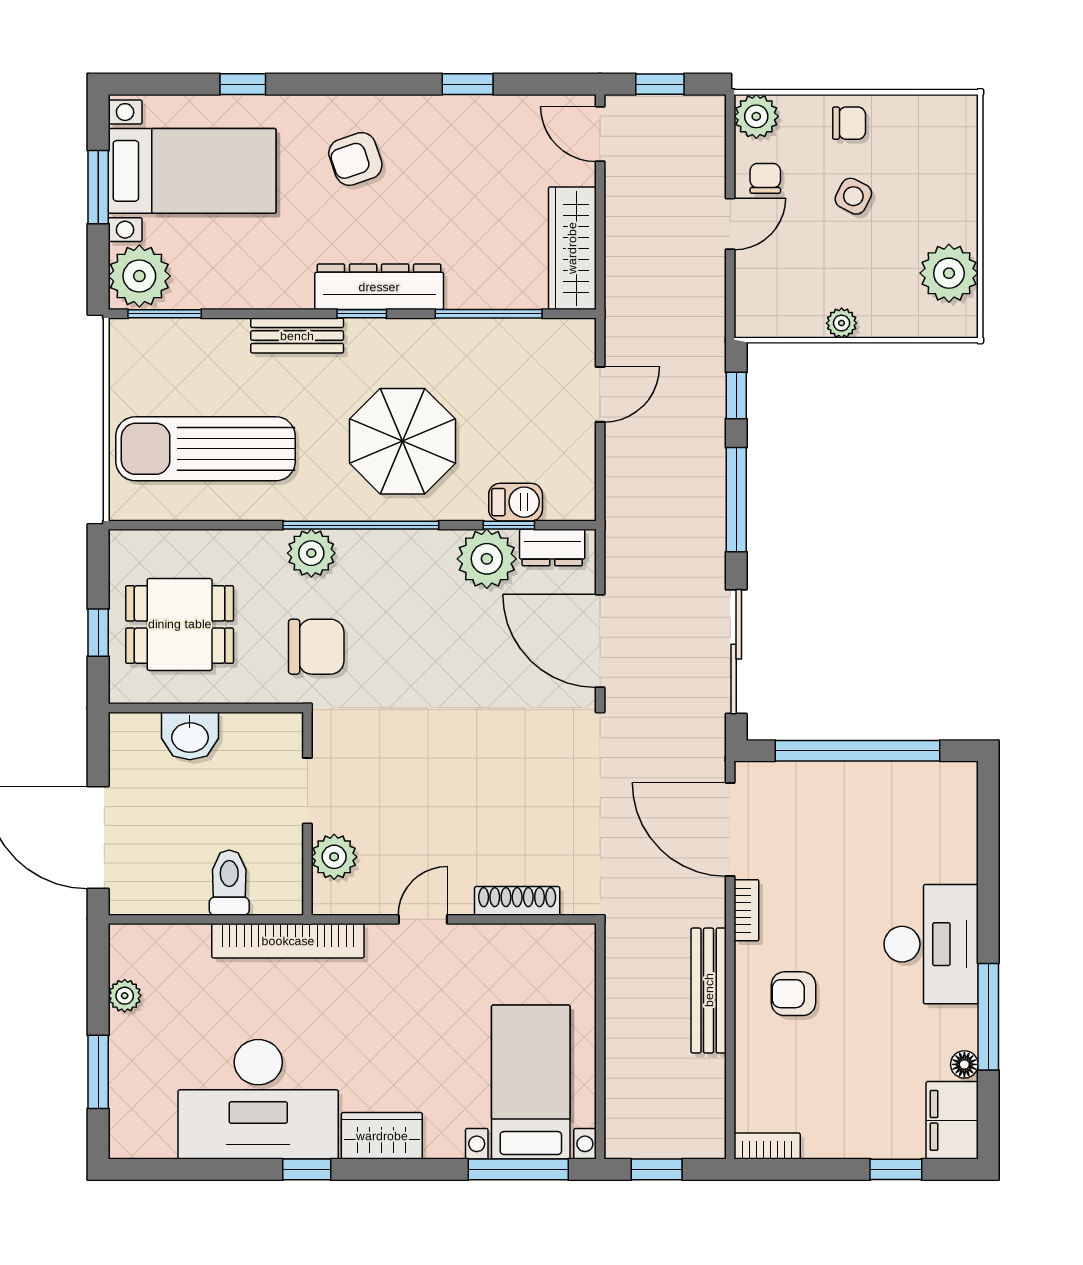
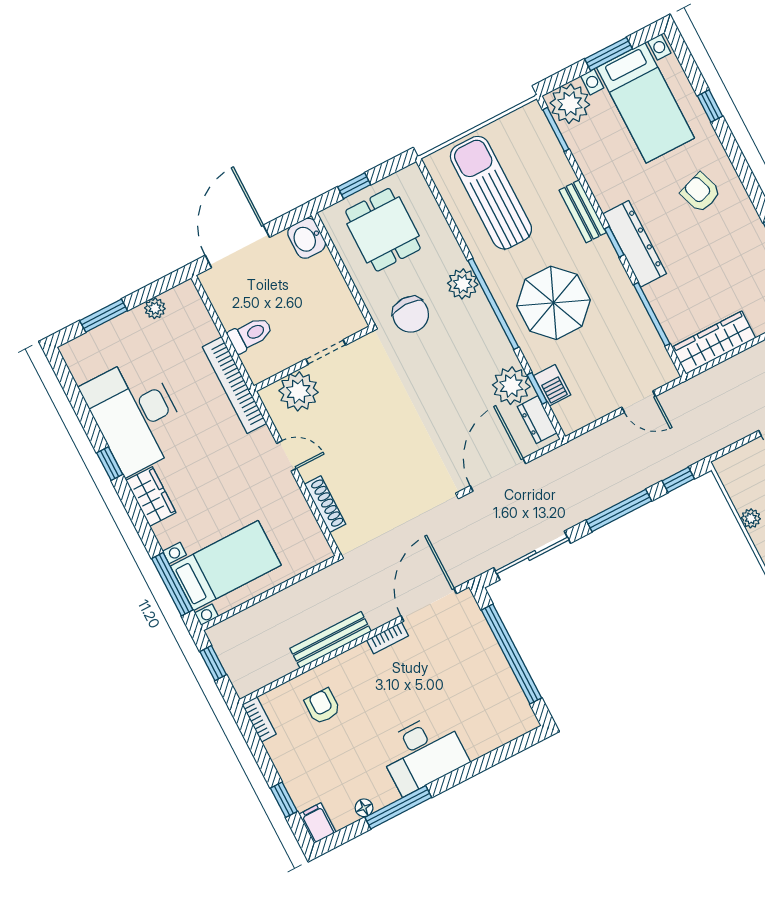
washbasin: (190, 736) -> (307, 238), moved
plant: (334, 857) -> (299, 391), width x1.36, depth x1.36
armchair: (794, 994) -> (322, 706), moved
filing cabinet: (952, 1120) -> (317, 823), width x0.50

